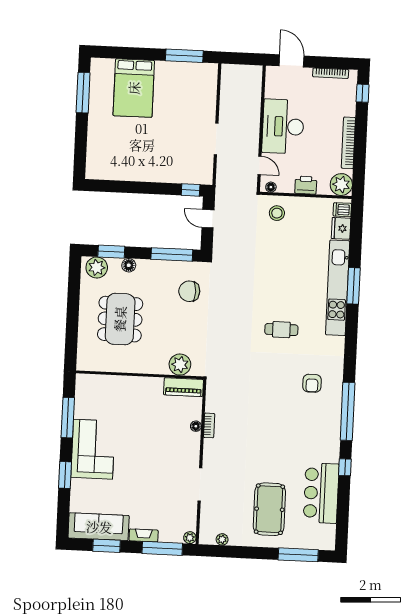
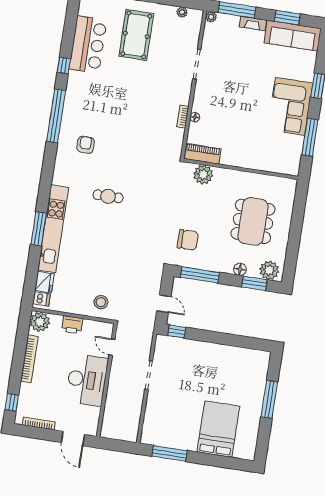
window: (83, 93) -> (269, 399), moved
floor lamp: (271, 187) -> (104, 326), removed

